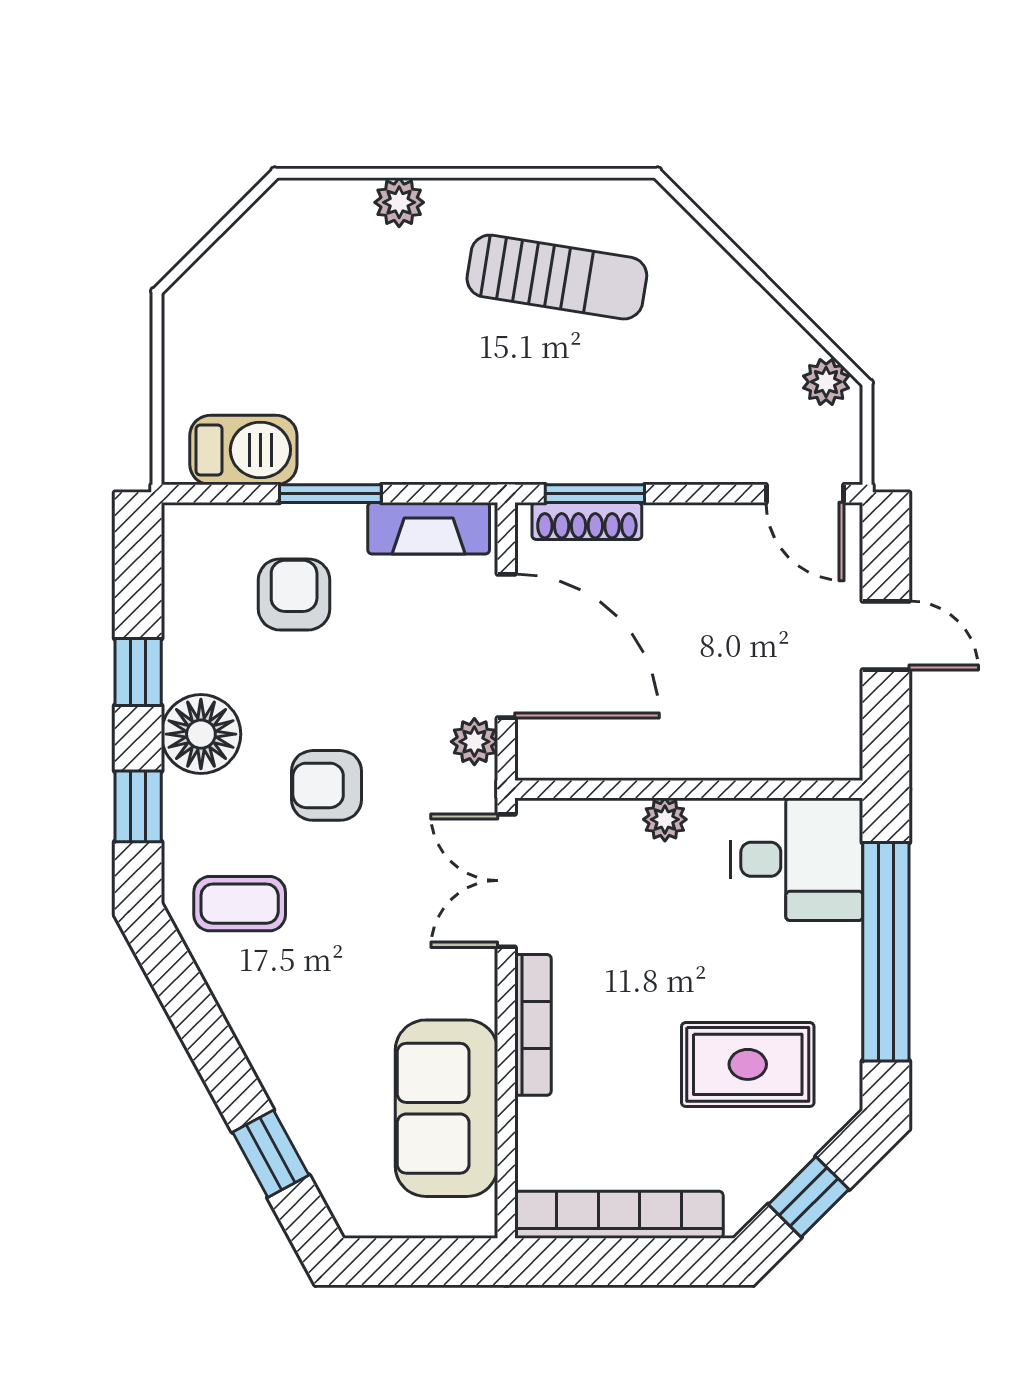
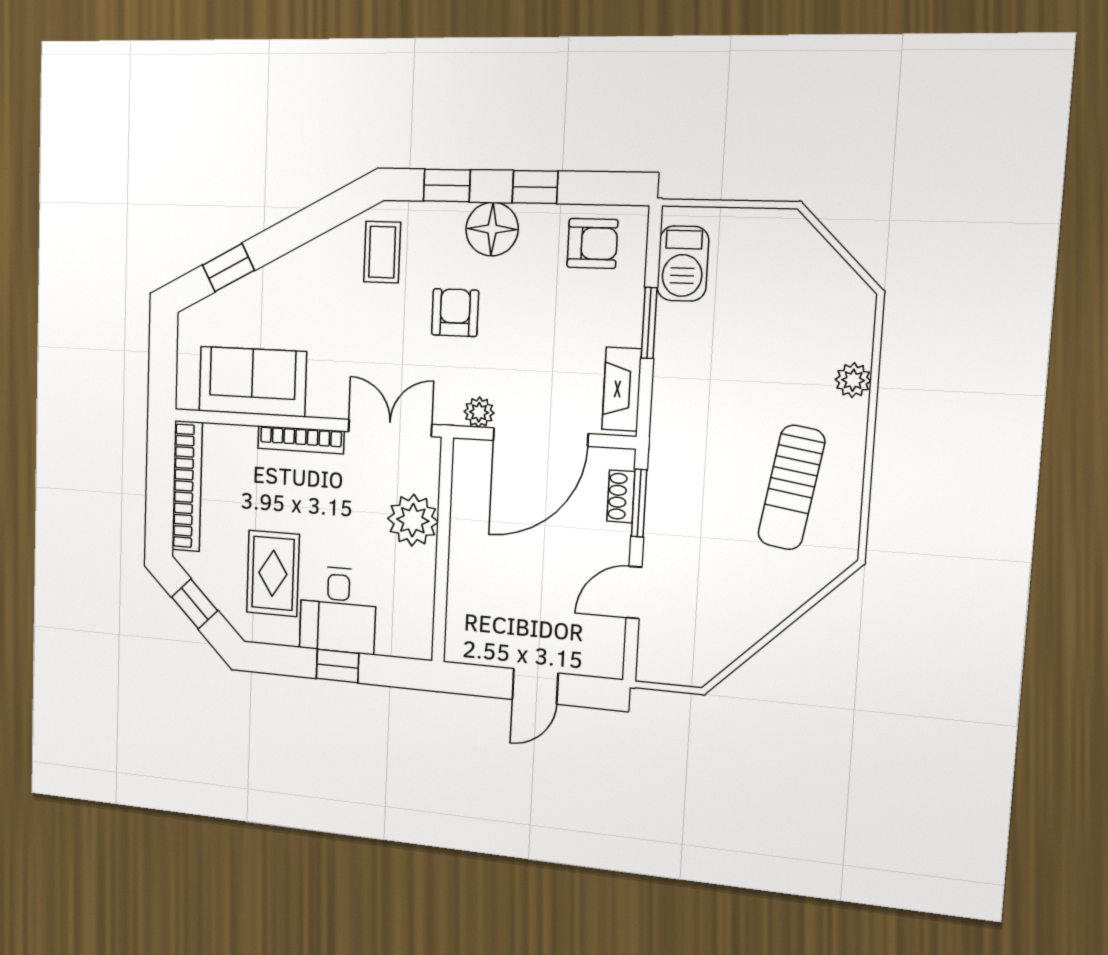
plant: (826, 382) -> (706, 664), removed
door: (805, 494) -> (634, 593), moved
shoe rack: (587, 521) -> (621, 496), width x0.70
armchair: (294, 594) -> (592, 243), moved
plant: (665, 819) -> (413, 520), width x1.88, depth x1.88
desk: (797, 859) -> (338, 610), moved
window: (886, 952) -> (337, 666), width x0.32

